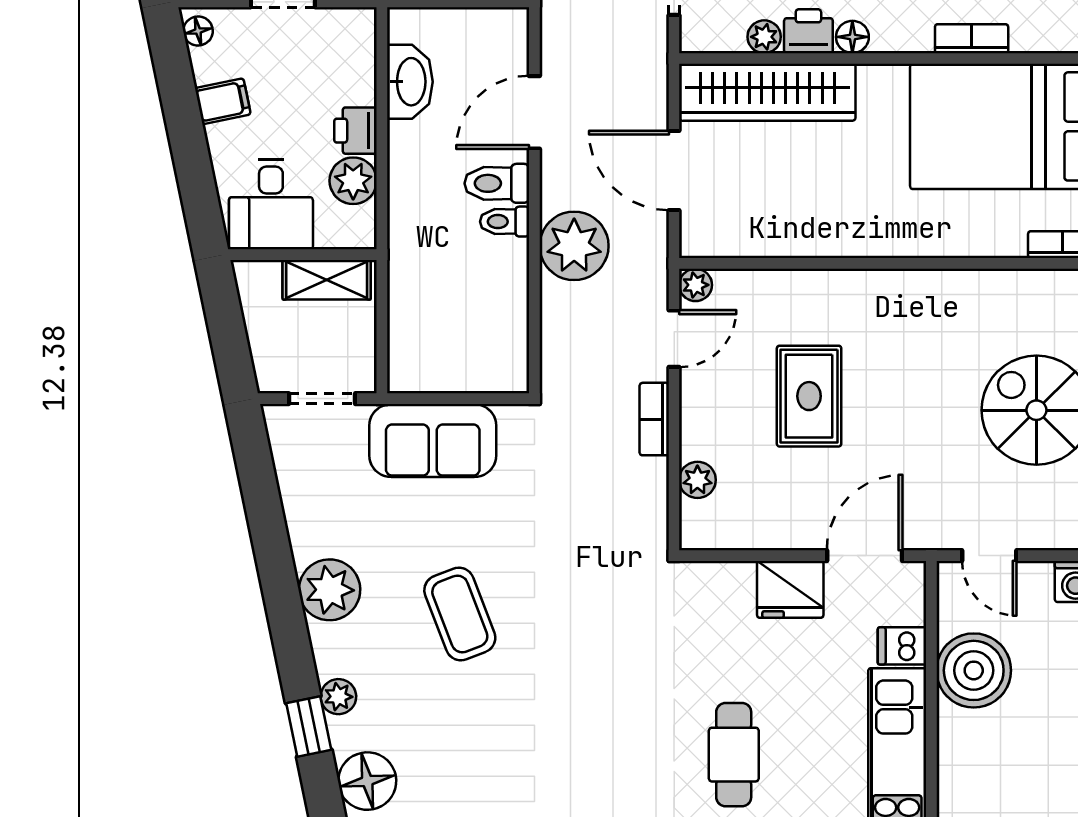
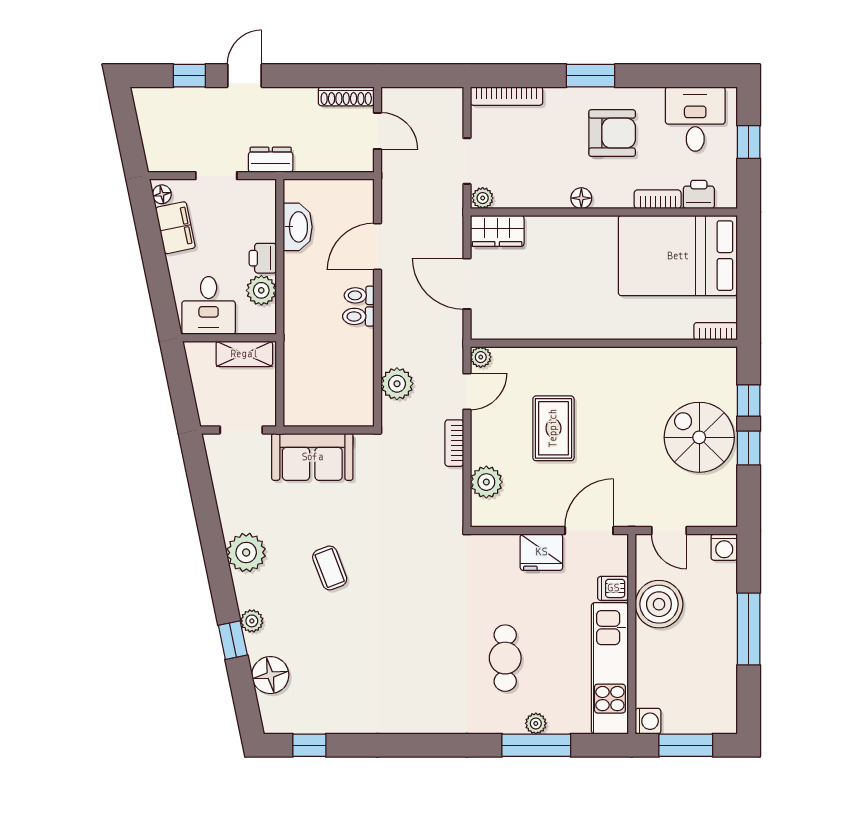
printer: (808, 31) -> (699, 194), moved
plant: (764, 37) -> (483, 198), moved
wardrobe: (767, 92) -> (497, 231), width x0.48, depth x0.85
filing cabinet: (223, 101) -> (175, 228), width x2.00
toilet: (497, 183) -> (359, 295), width x0.73, depth x0.72
plant: (574, 246) -> (397, 384), moved, width x0.73, depth x0.73
plant: (697, 480) -> (486, 482), width x1.38, depth x1.38
coffee table: (460, 614) -> (330, 568), width x0.73, depth x0.77

